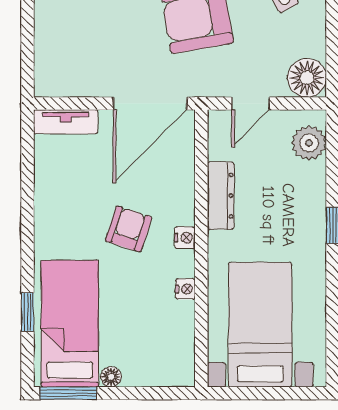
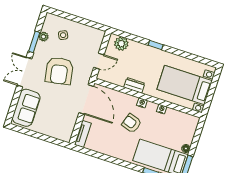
floor lamp: (307, 78) -> (96, 36), removed
door: (251, 103) -> (99, 61), hinge flipped
dresser: (221, 196) -> (134, 85), width x0.70

